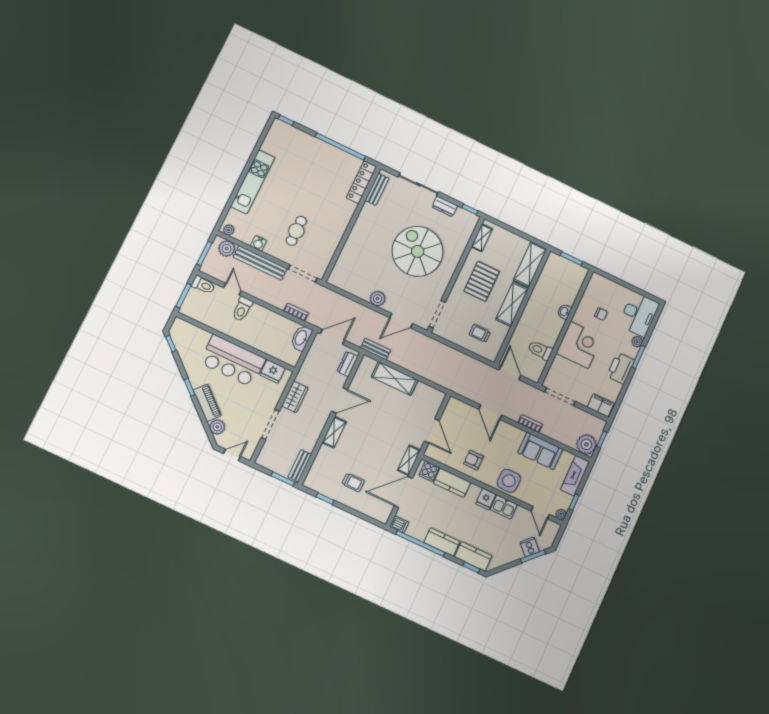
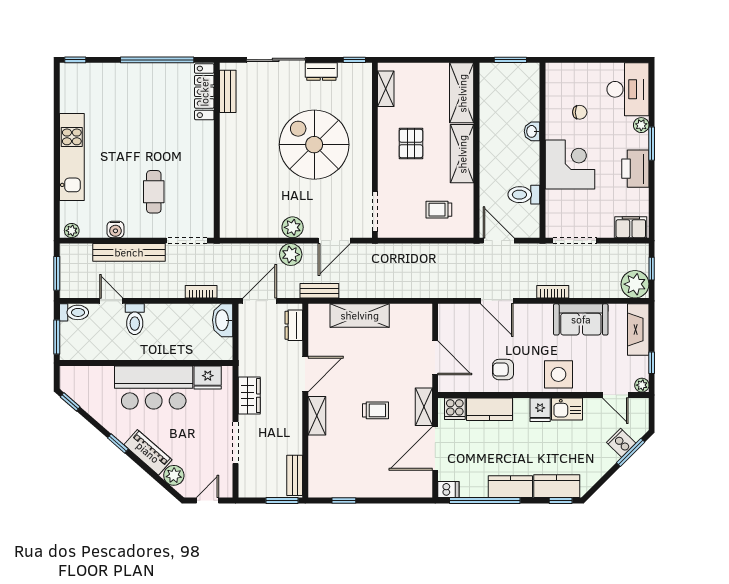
plant: (227, 249) -> (291, 255), moved
pallet: (482, 281) -> (411, 143), width x0.67, depth x0.71
trolley: (353, 482) -> (376, 410), moved

